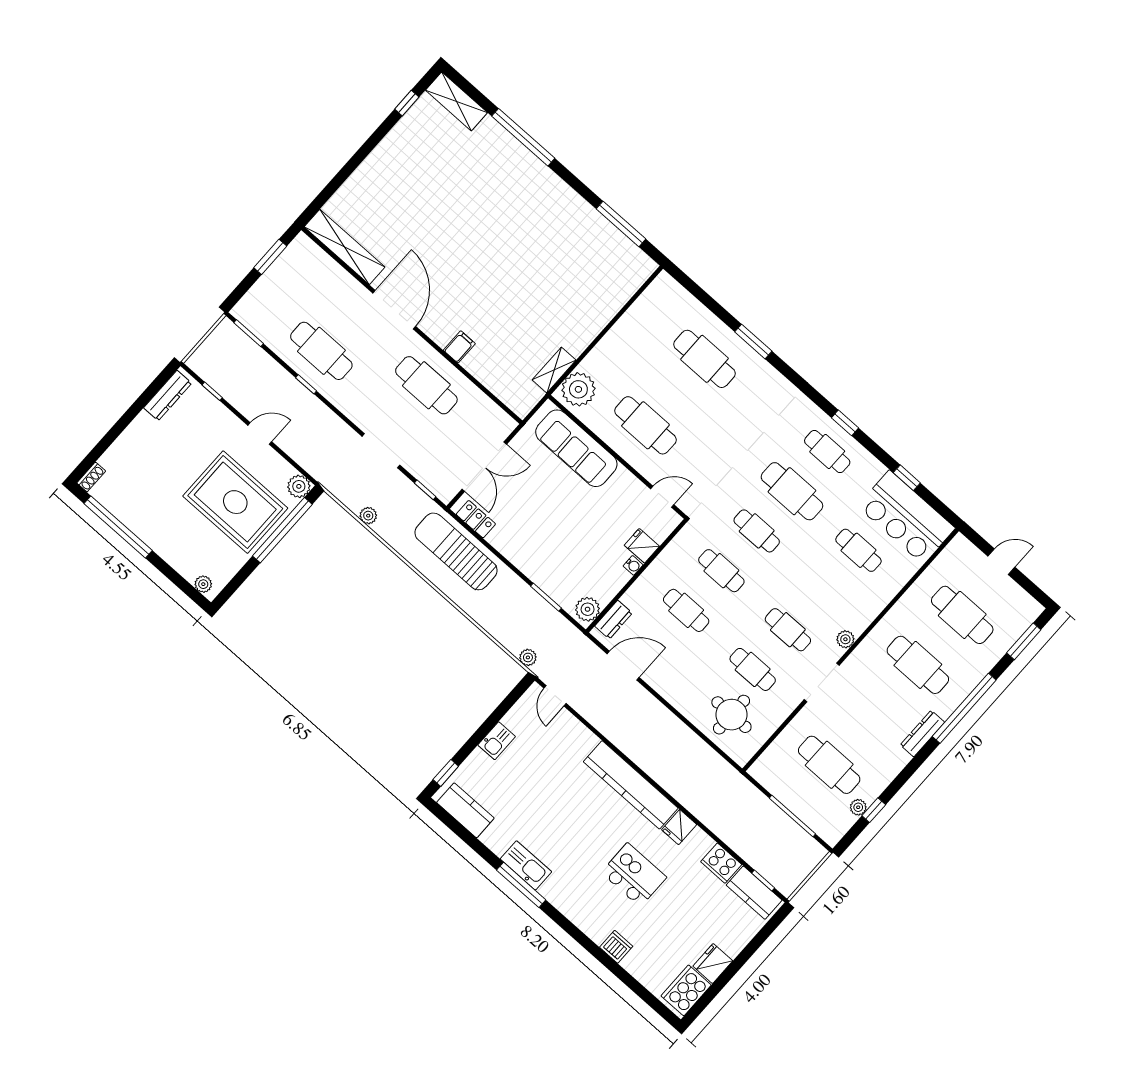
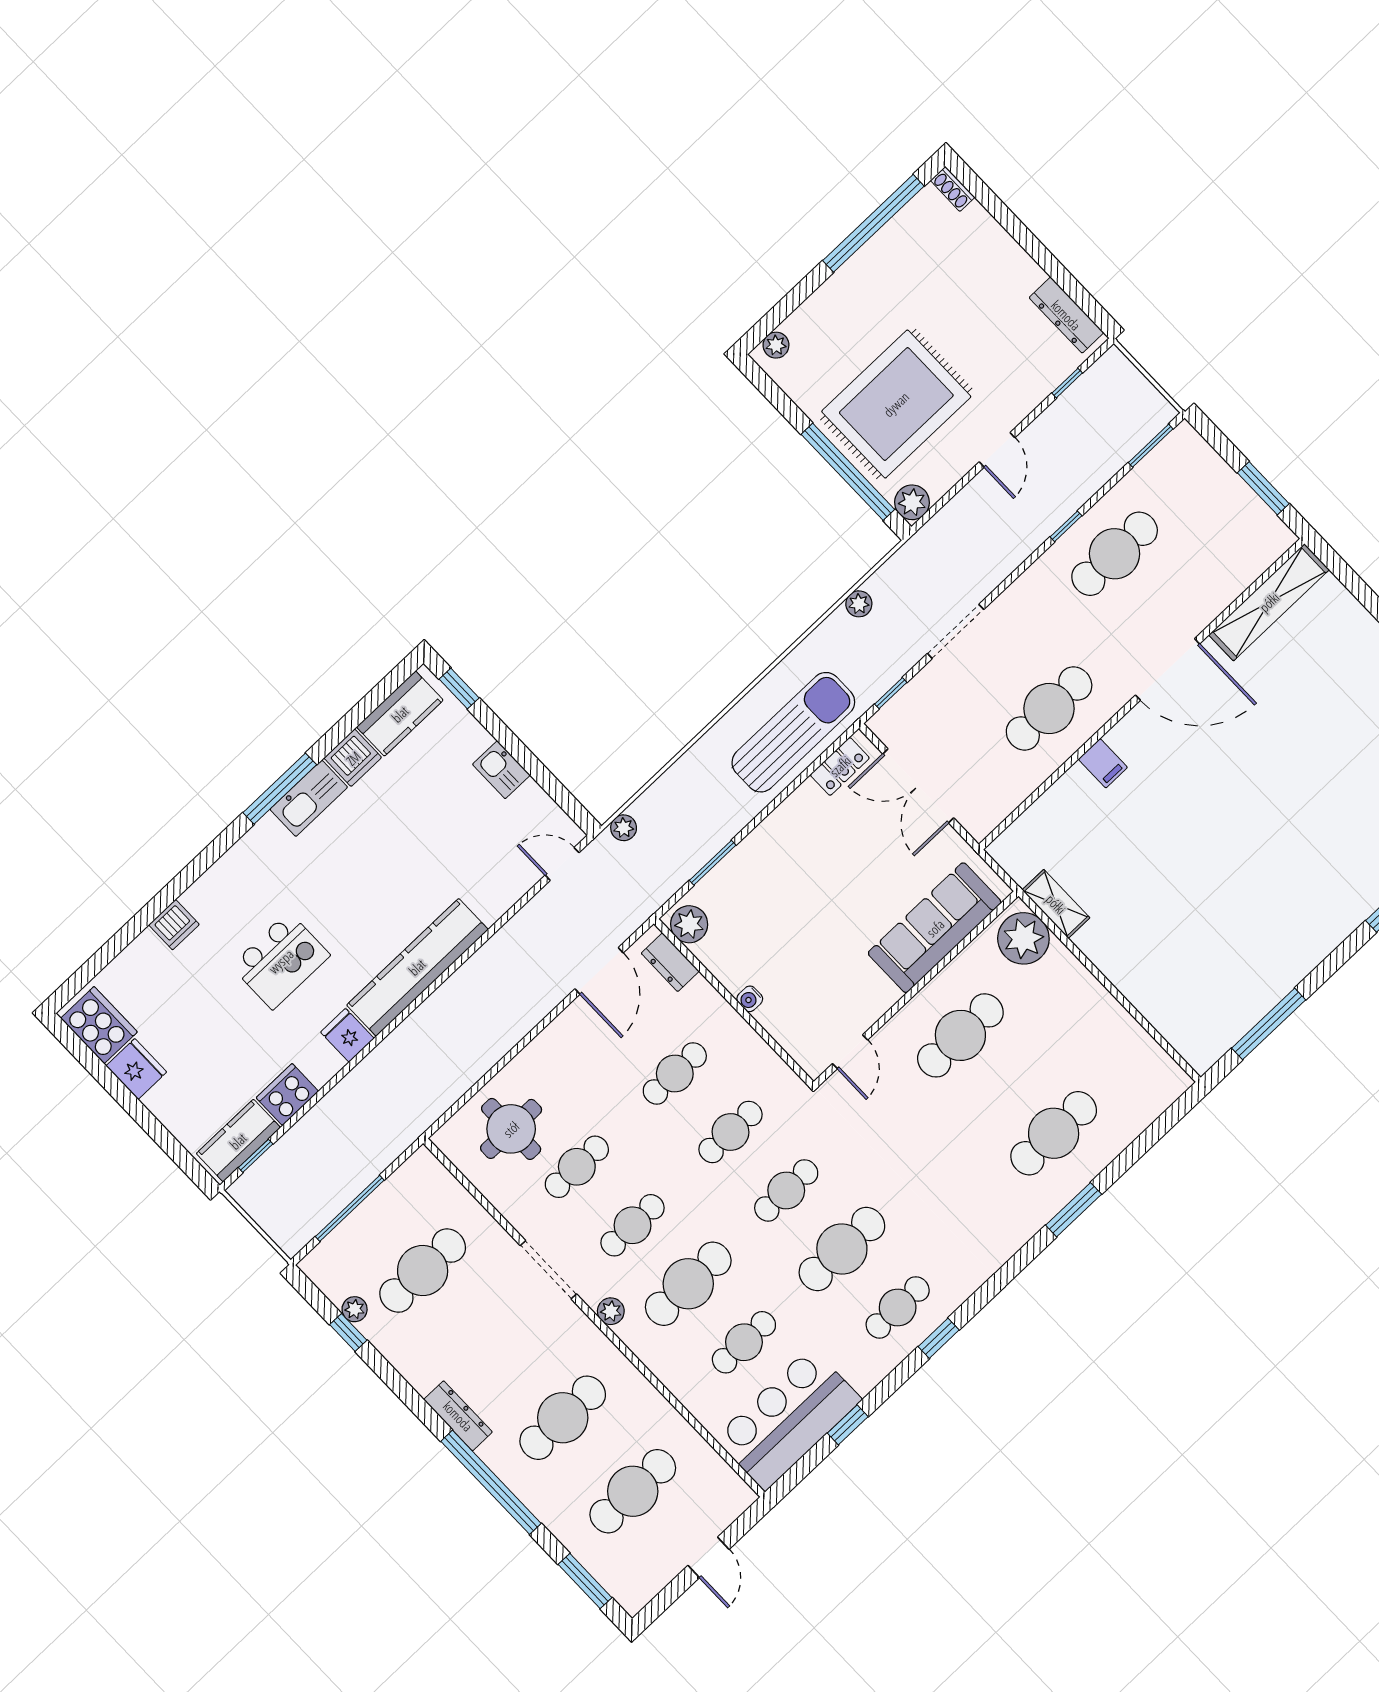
fridge: (642, 546) -> (778, 1015), removed
cafe table: (823, 590) -> (688, 1284), added
dishwasher: (497, 839) -> (353, 758), added

